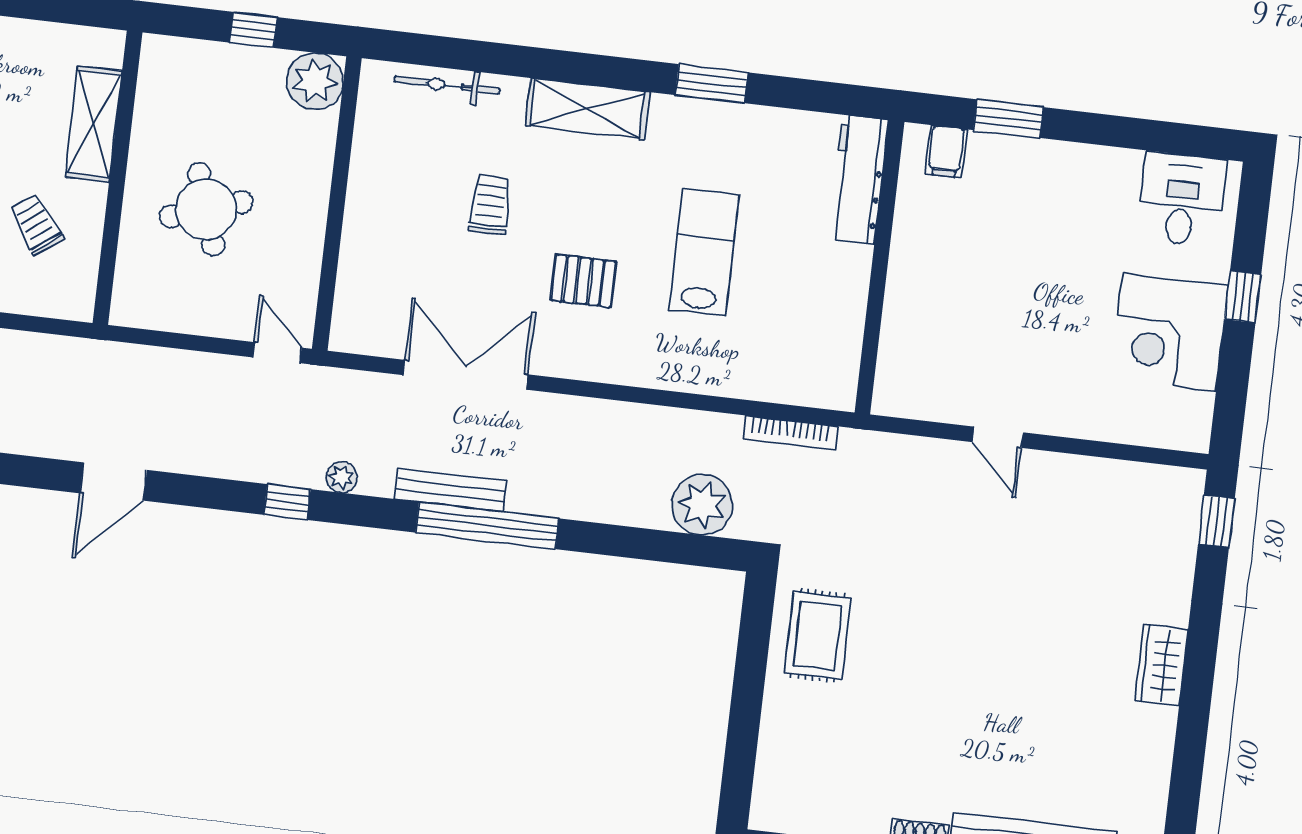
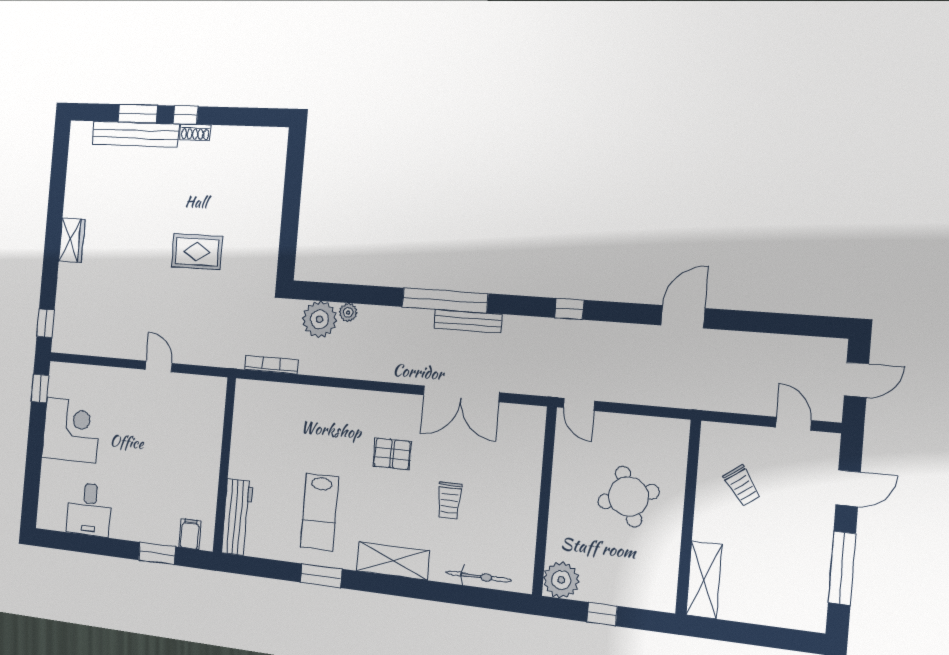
shelving: (93, 124) -> (704, 580), moved
desk: (1182, 199) -> (89, 509), moved
lab bench: (704, 252) -> (320, 512), moved
window: (1243, 297) -> (40, 388), moved
plant: (342, 477) -> (348, 312), moved
rug: (818, 636) -> (197, 252), moved, turned 90

